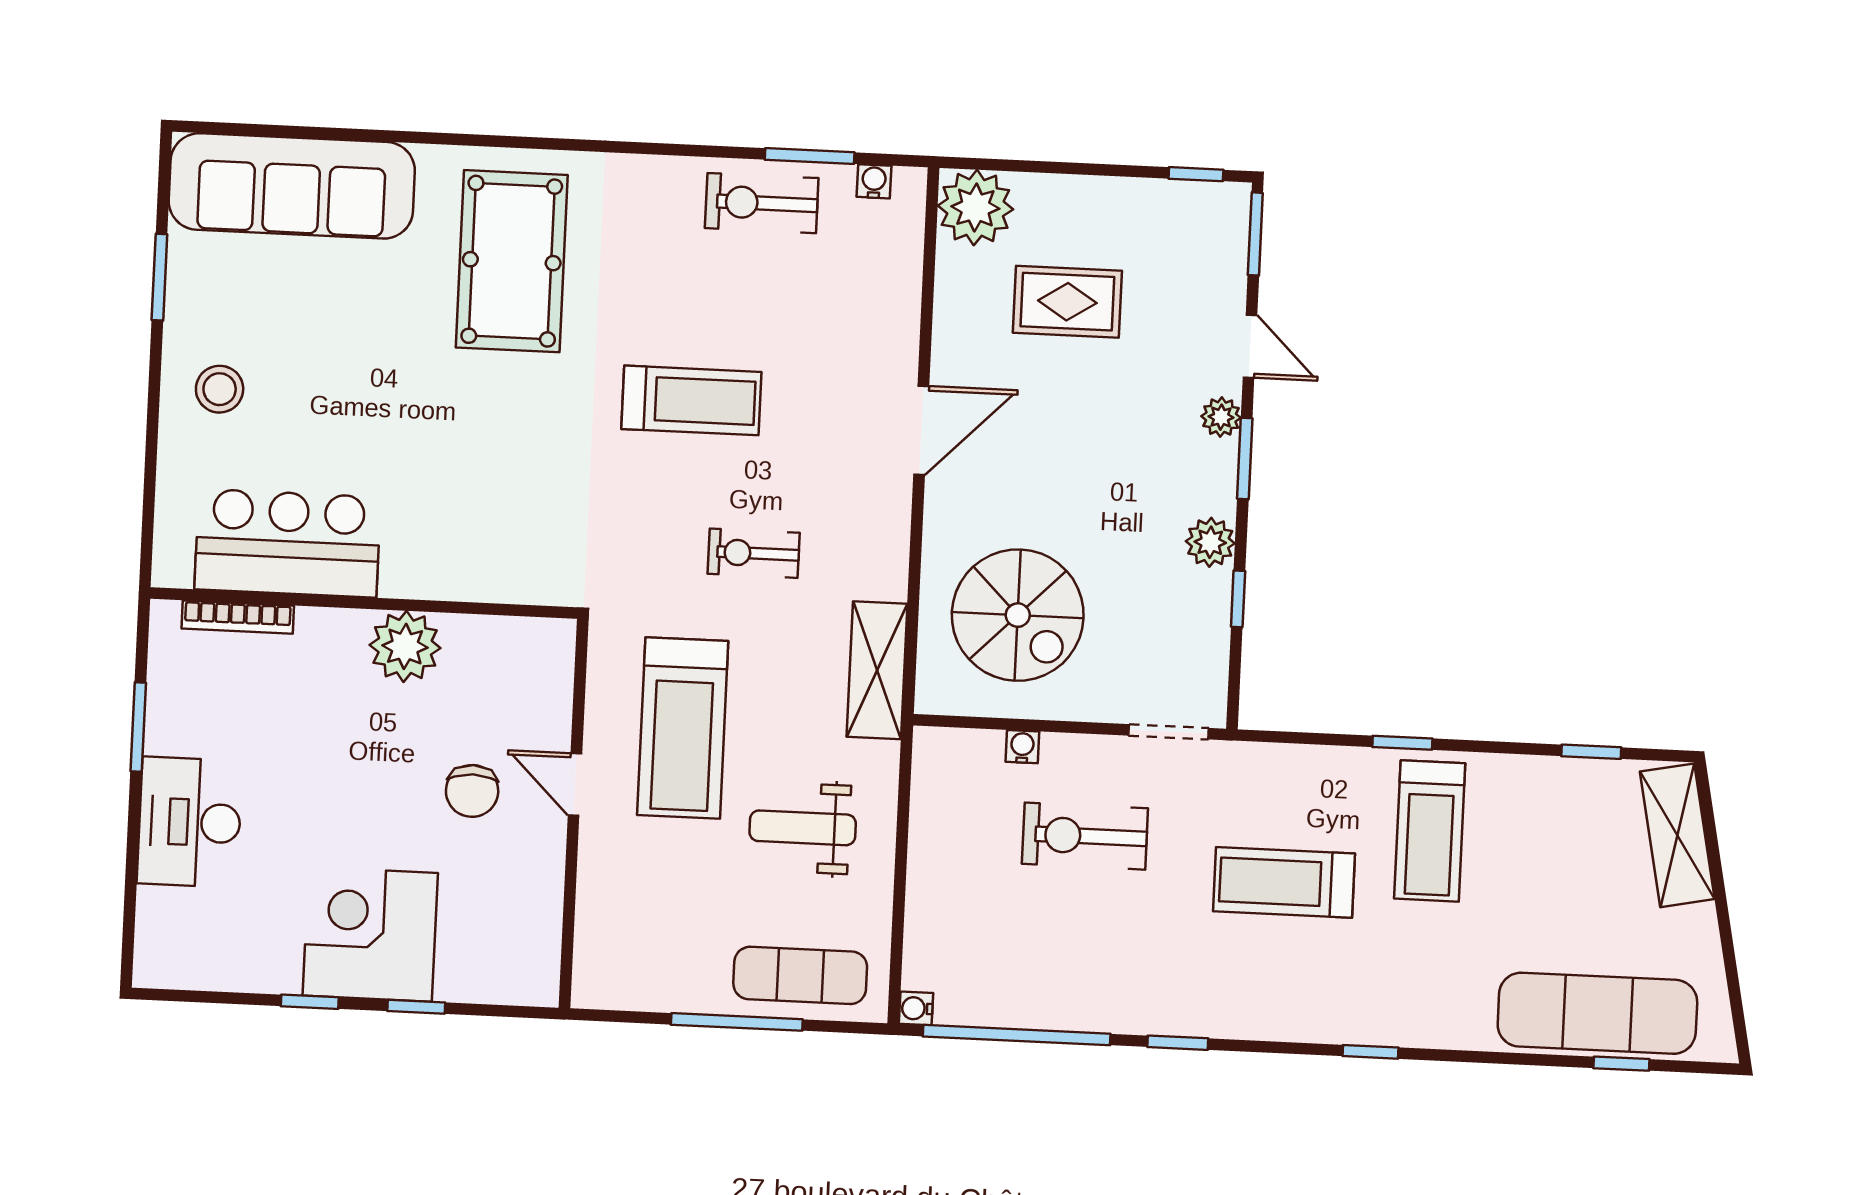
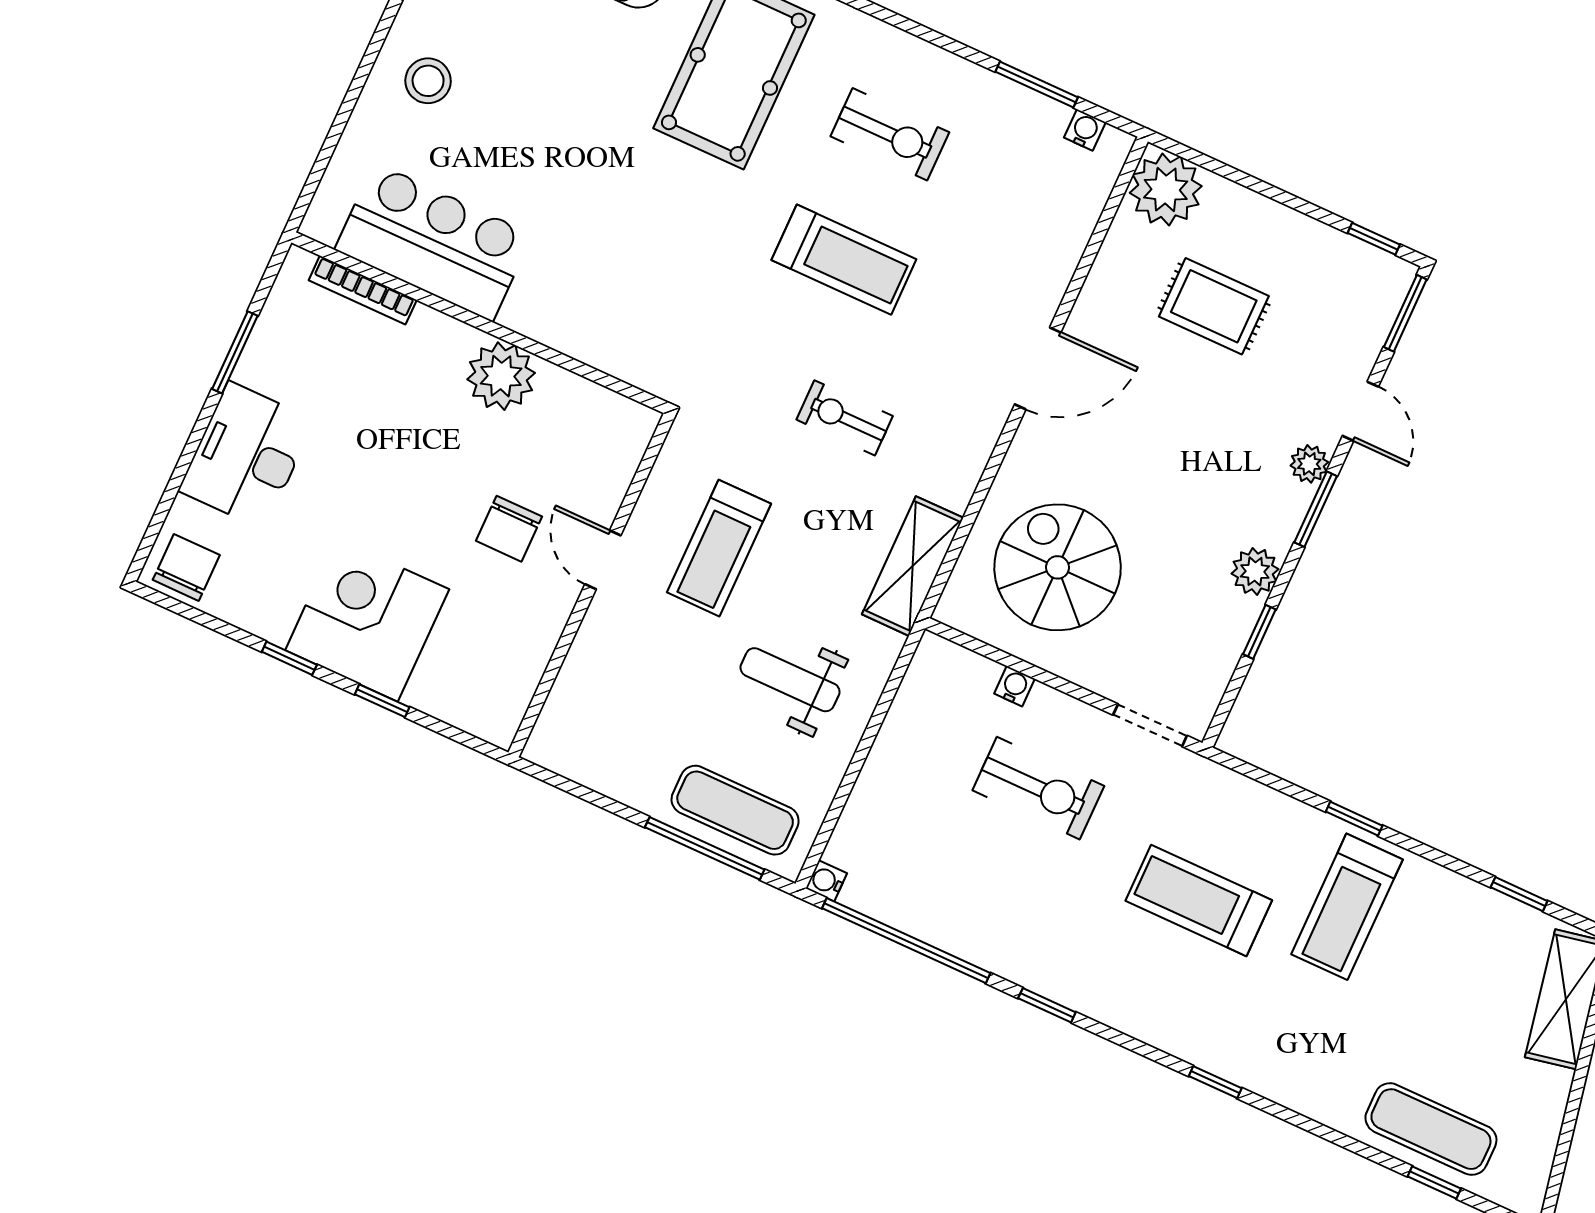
exercise bike: (762, 203) -> (890, 134), moved, turned 180
spiral stairs: (1018, 615) -> (1058, 567), turned 180
treadmill: (683, 728) -> (719, 548), width x0.73, depth x0.73
exercise bike: (1085, 836) -> (1038, 788), turned 180
chair: (175, 954) -> (186, 567), added
exercise mat: (1597, 1013) -> (1431, 1129), width x0.73, depth x0.69
window: (737, 1022) -> (705, 848), moved

